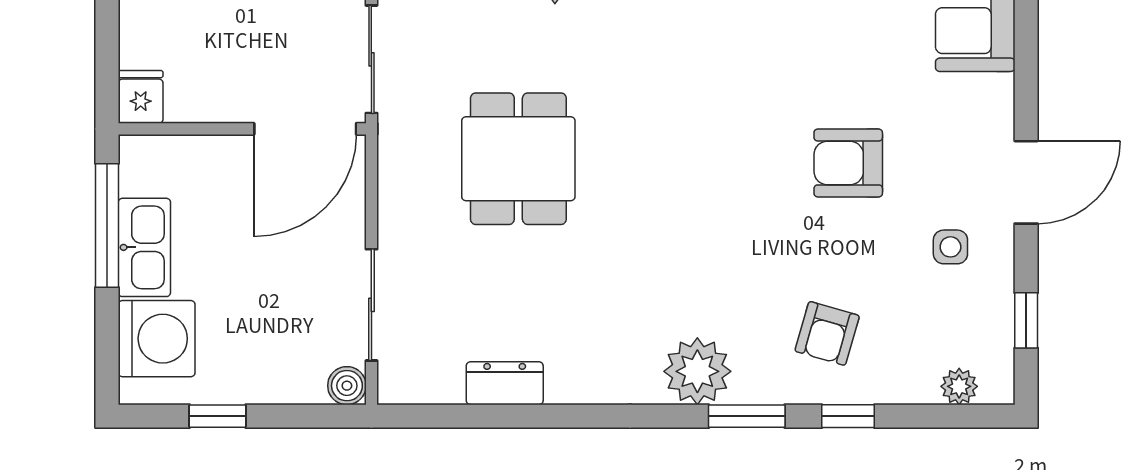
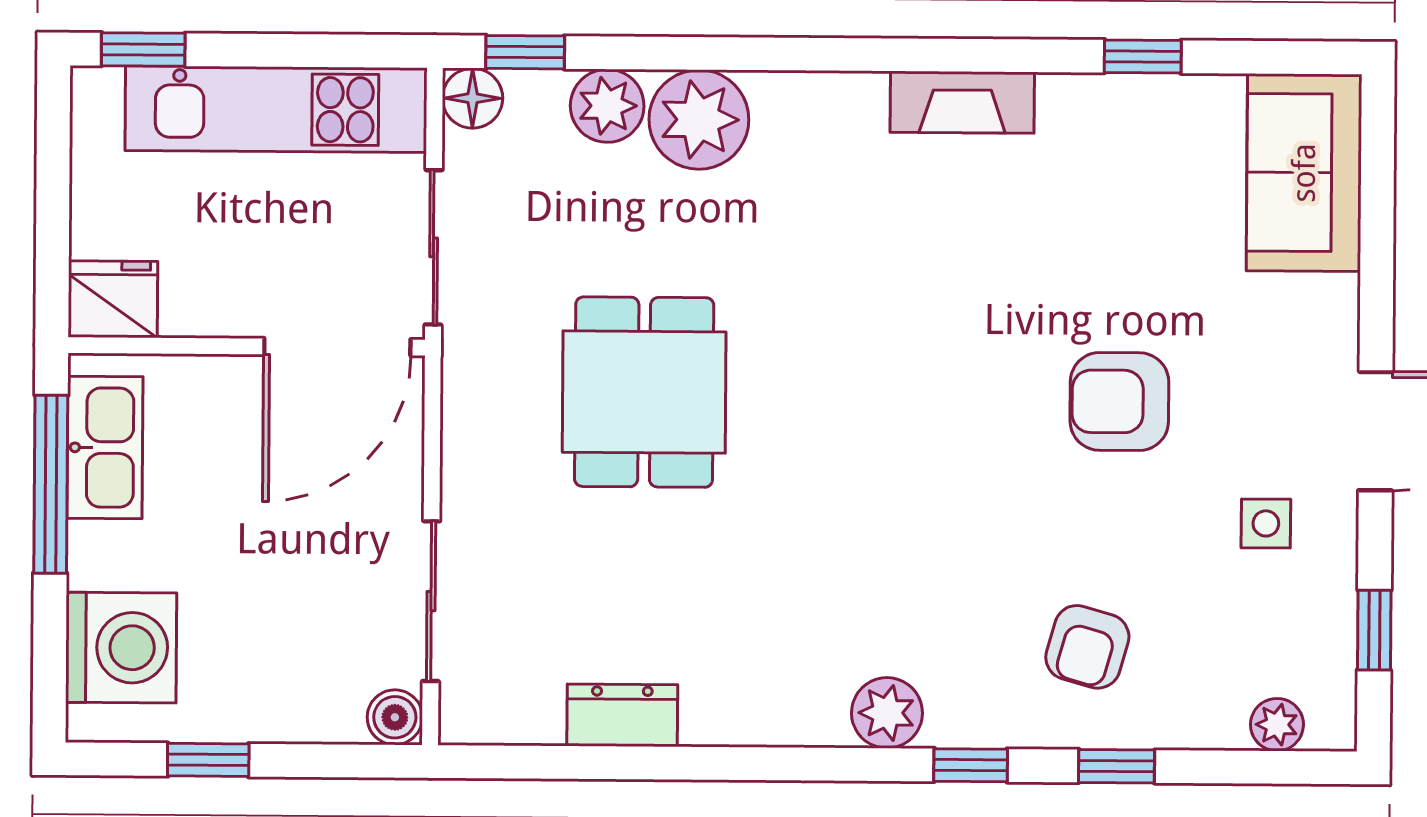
fridge: (141, 97) -> (113, 299), width x1.38
kitchen sink: (144, 247) -> (105, 448), moved
plant: (697, 371) -> (887, 713), width x0.73, depth x0.73
window: (747, 416) -> (971, 765), width x0.67

